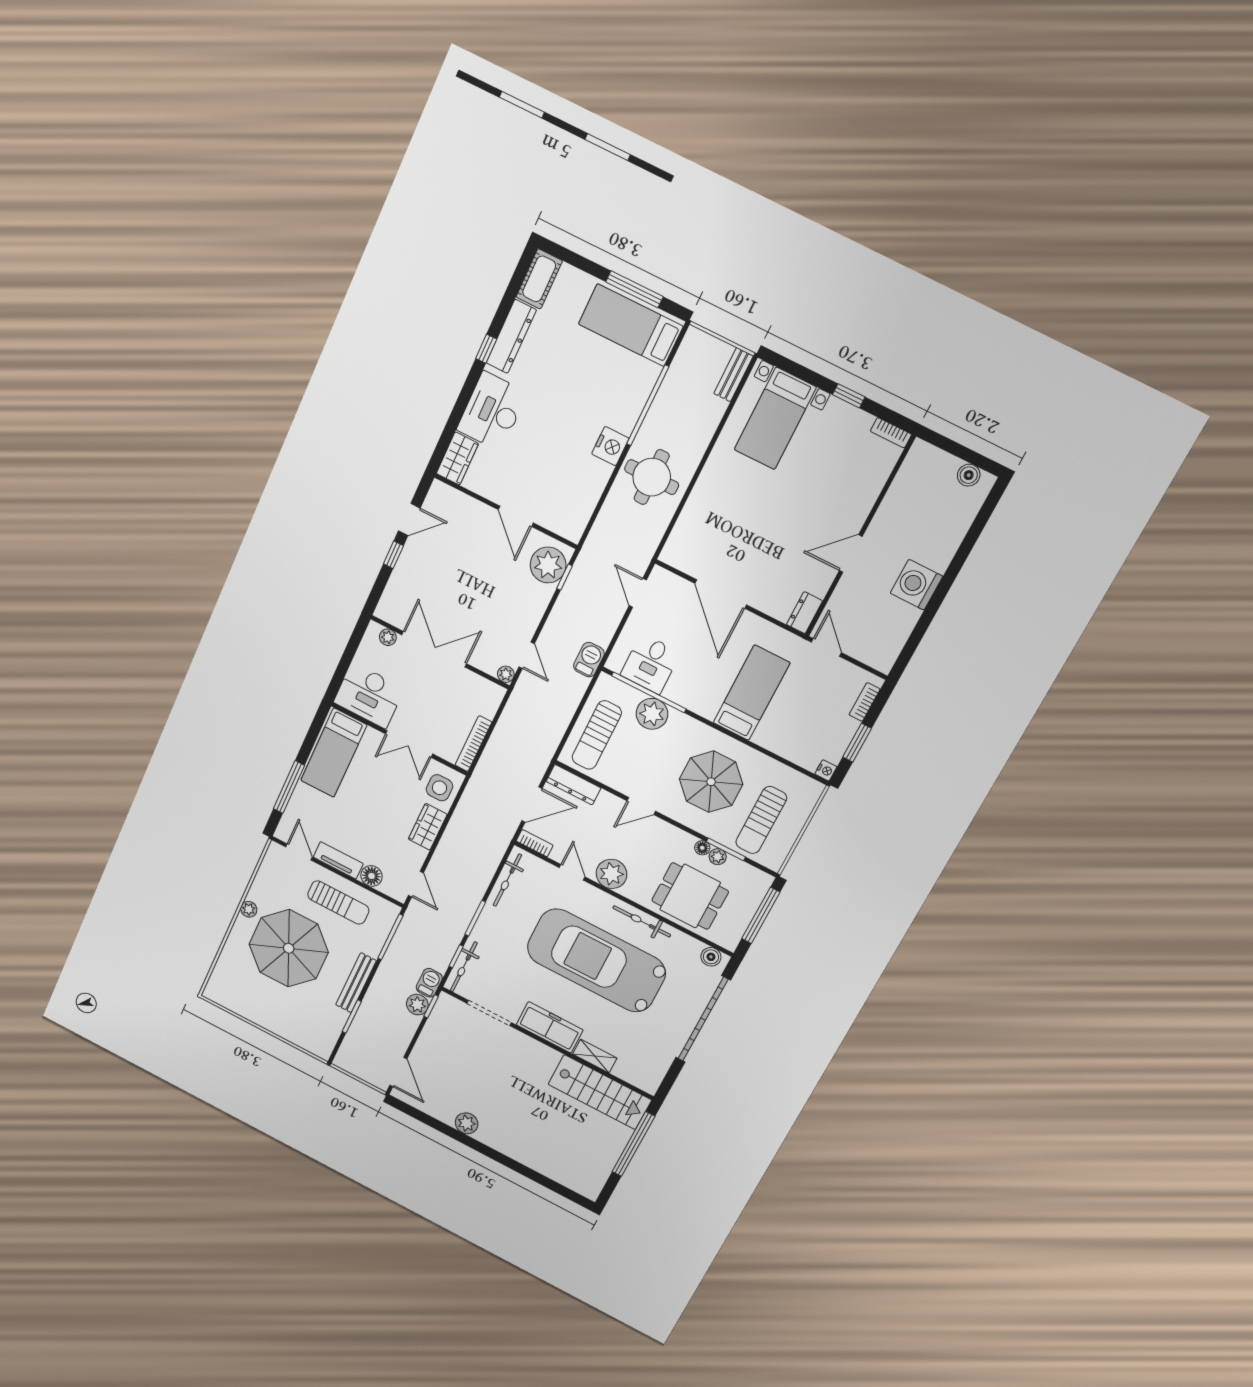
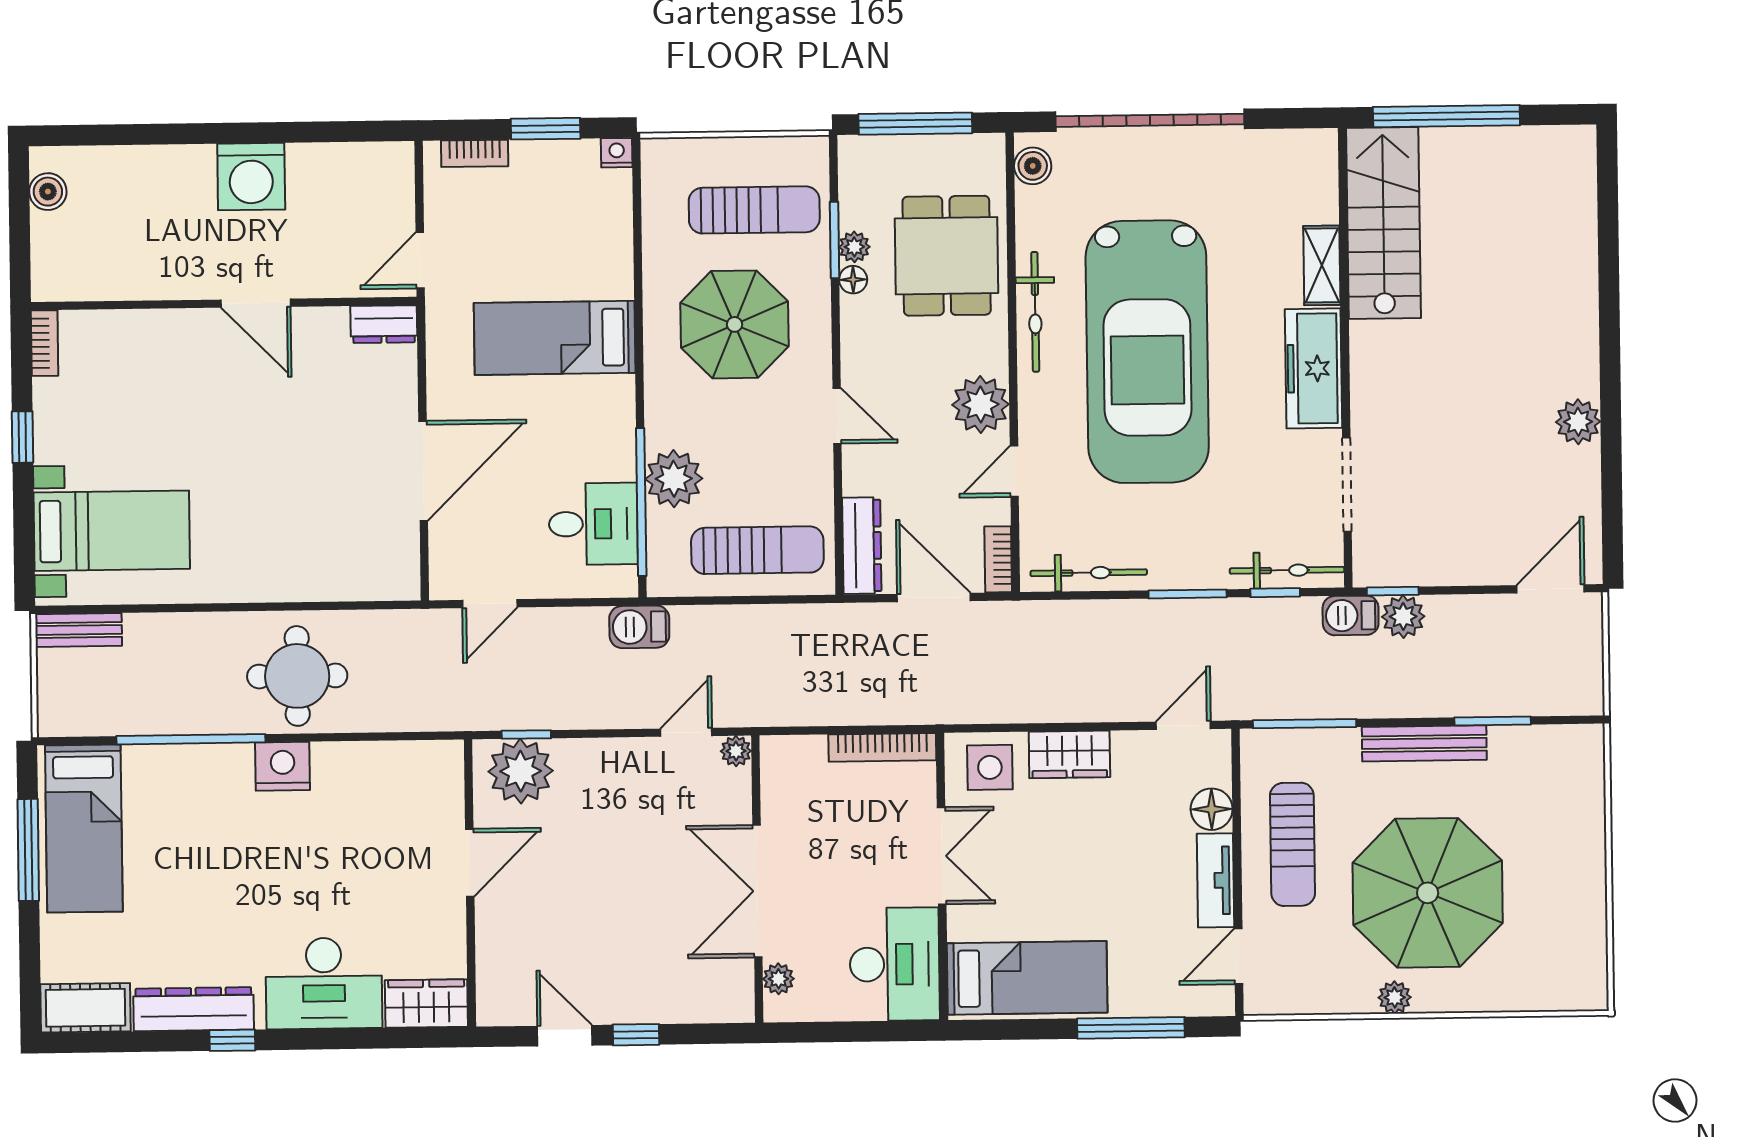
sun lounger: (338, 902) -> (1293, 844), turned 180

